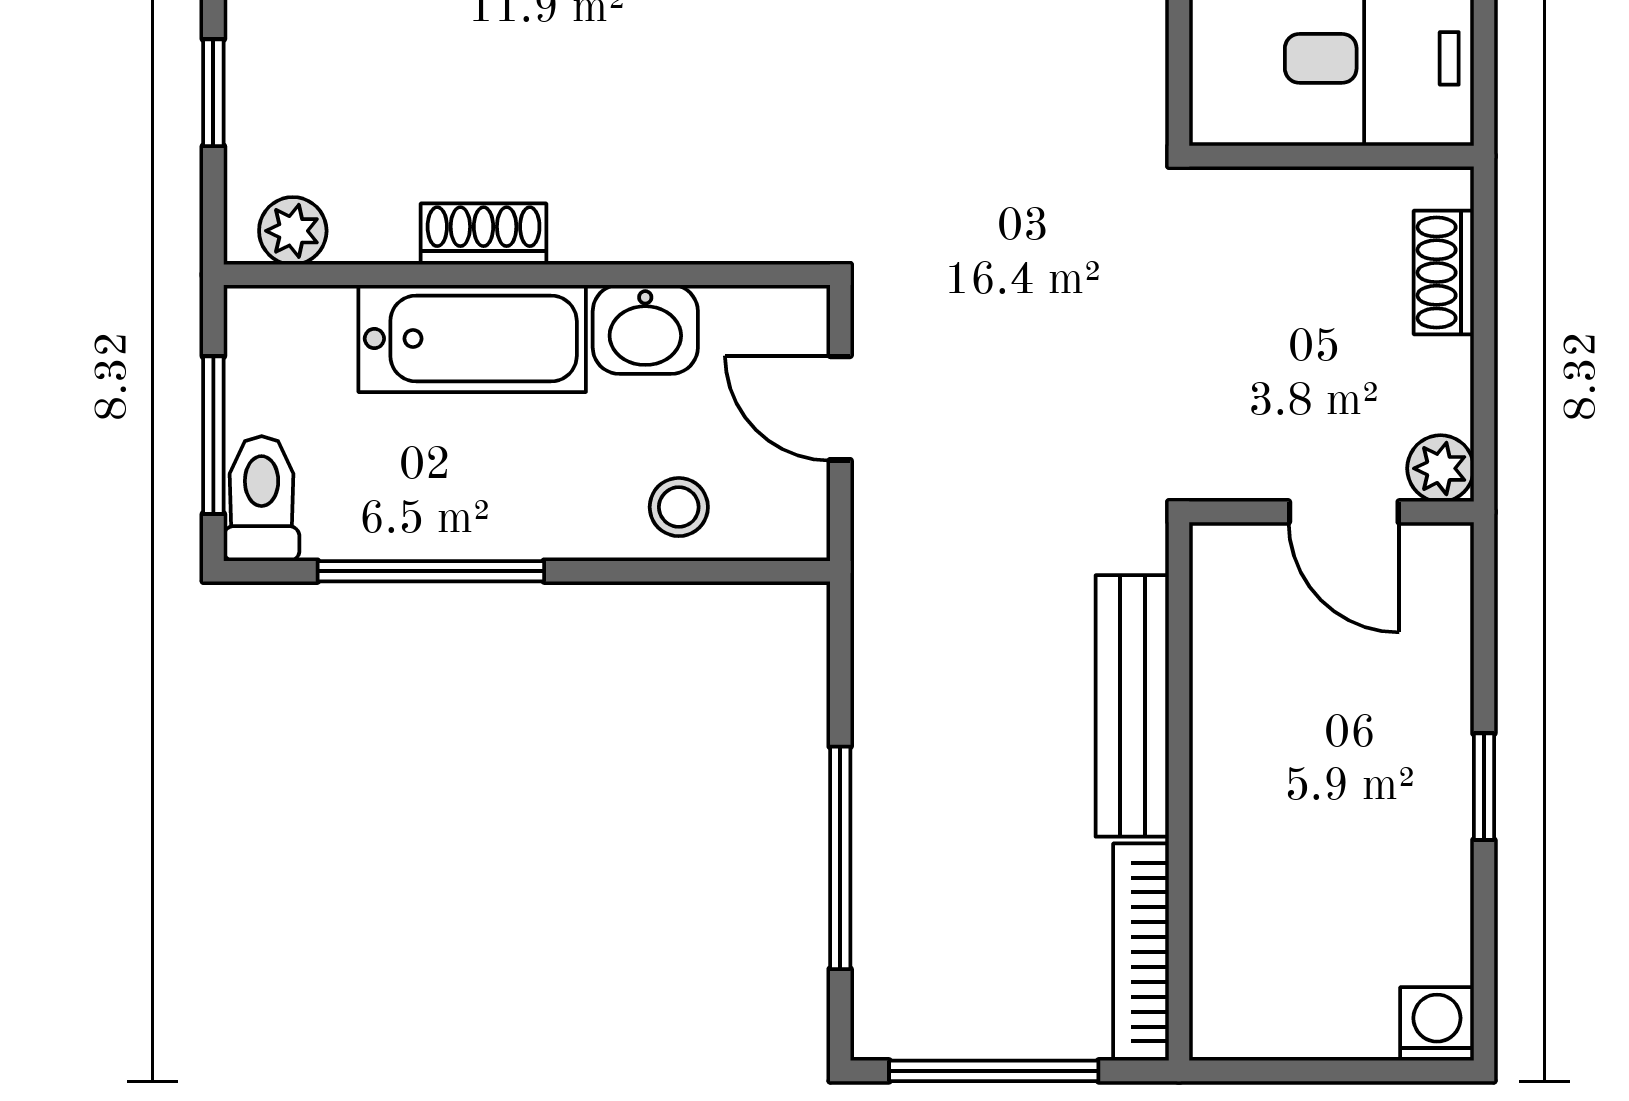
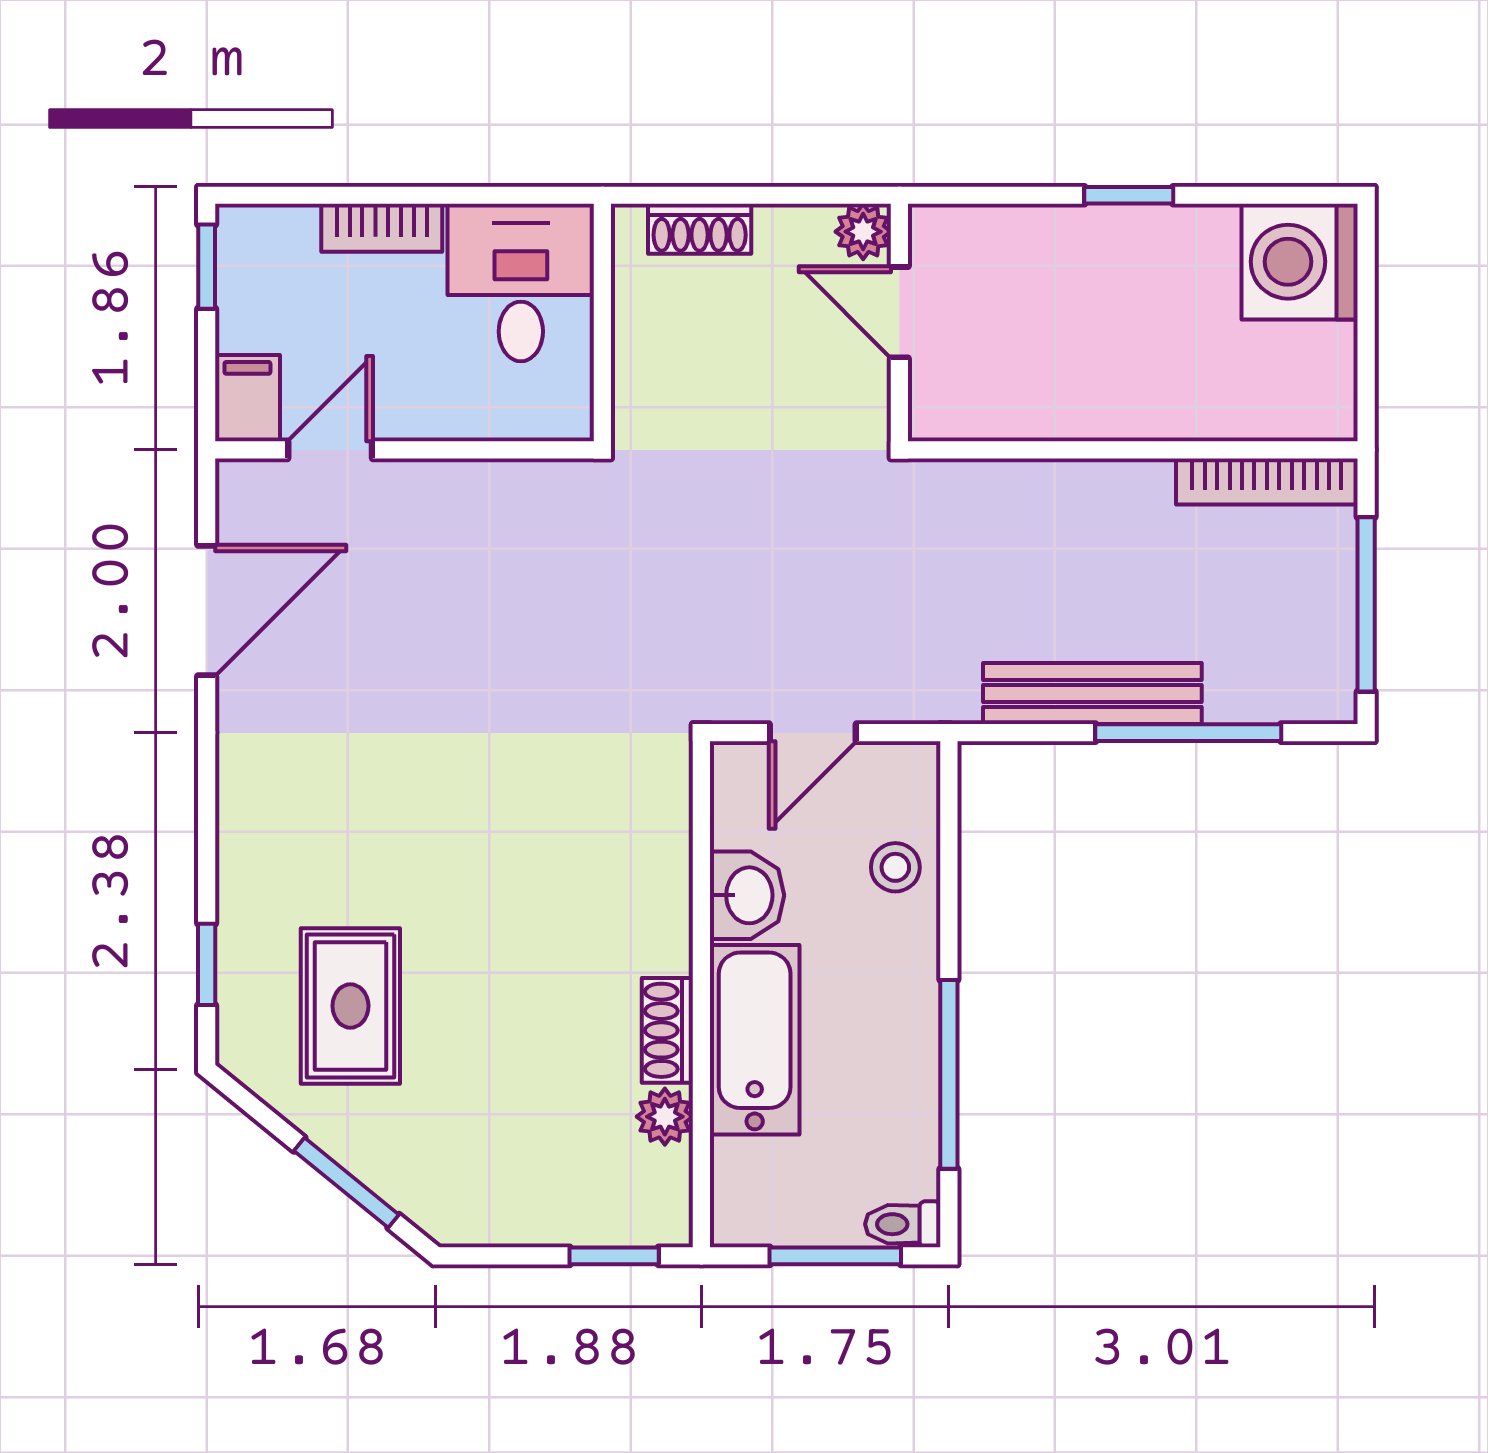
window: (213, 93) -> (614, 1256), moved
plant: (293, 231) -> (665, 1117), moved
toilet: (262, 499) -> (903, 1224), width x0.73, depth x0.72
door: (1344, 512) -> (899, 312), swing flipped
bench: (1132, 706) -> (1092, 694), moved
washing machine: (1437, 1024) -> (1300, 262), width x1.89, depth x1.89

